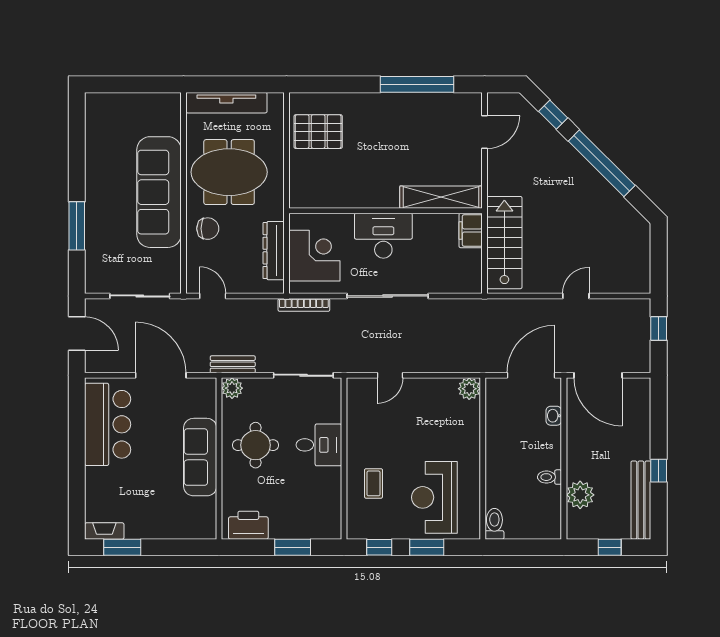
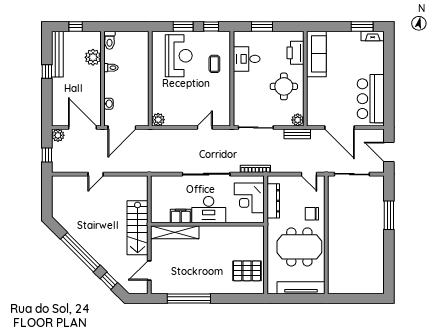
sofa: (159, 192) -> (341, 235), removed
filing cabinet: (471, 230) -> (181, 216), moved, turned -90
stairs: (504, 243) -> (138, 228), moved
plant: (640, 362) -> (58, 135), added
desk: (319, 445) -> (247, 59), moved
sofa: (200, 457) -> (316, 54), moved
toilet: (494, 524) -> (109, 40), moved
printer: (248, 525) -> (296, 53), moved, turned 90

